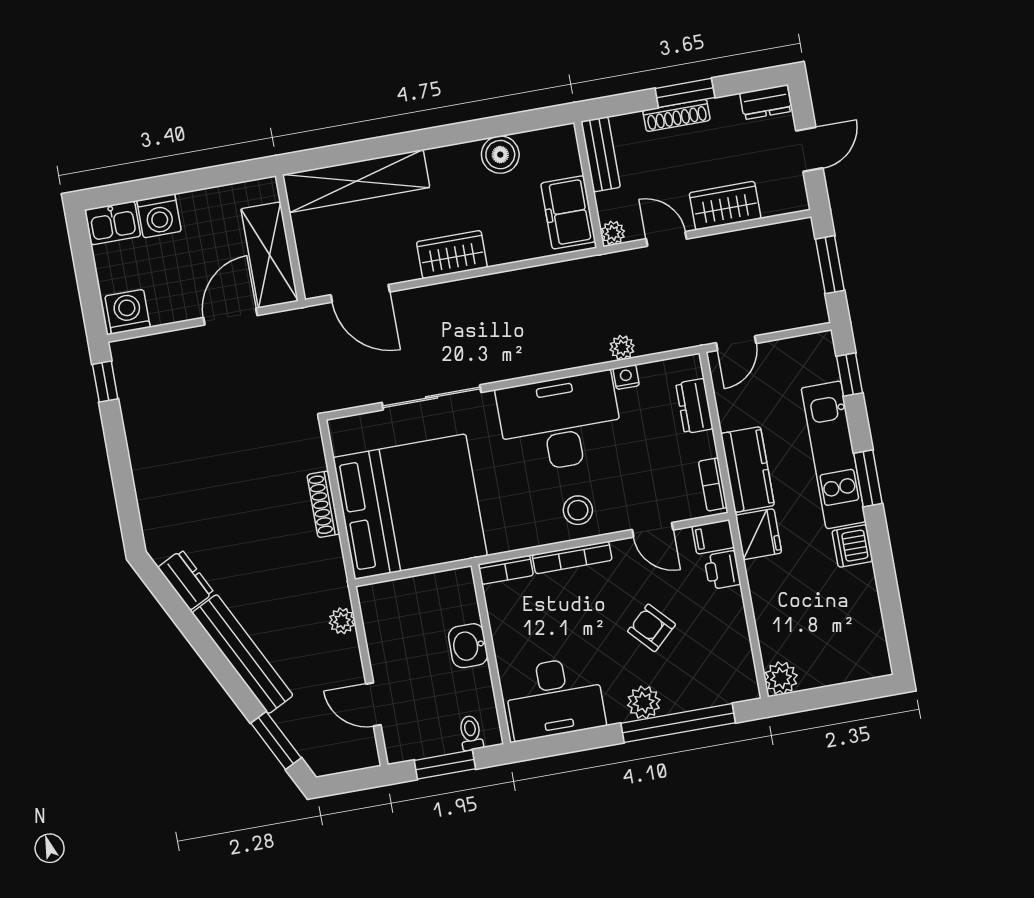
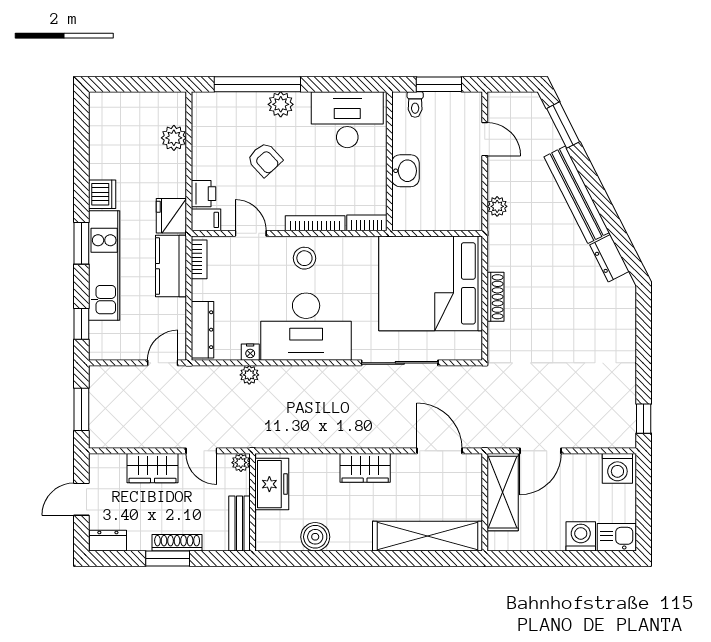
dresser: (694, 406) -> (203, 330), width x1.44
plant: (781, 678) -> (174, 138), moved

